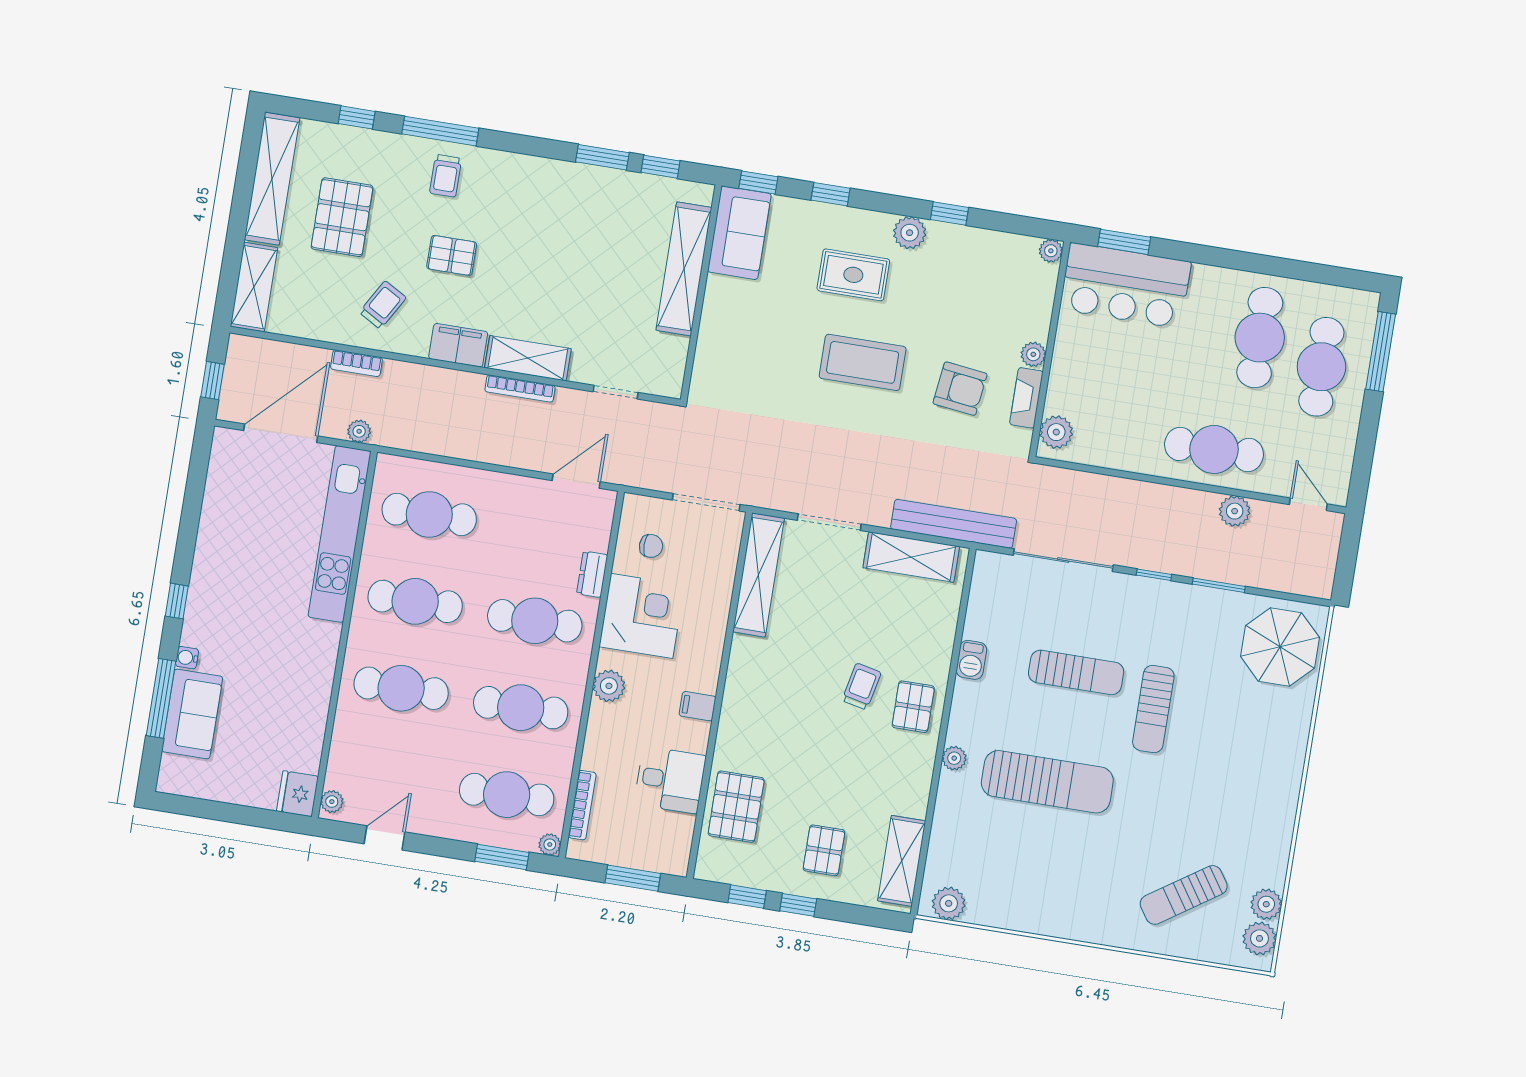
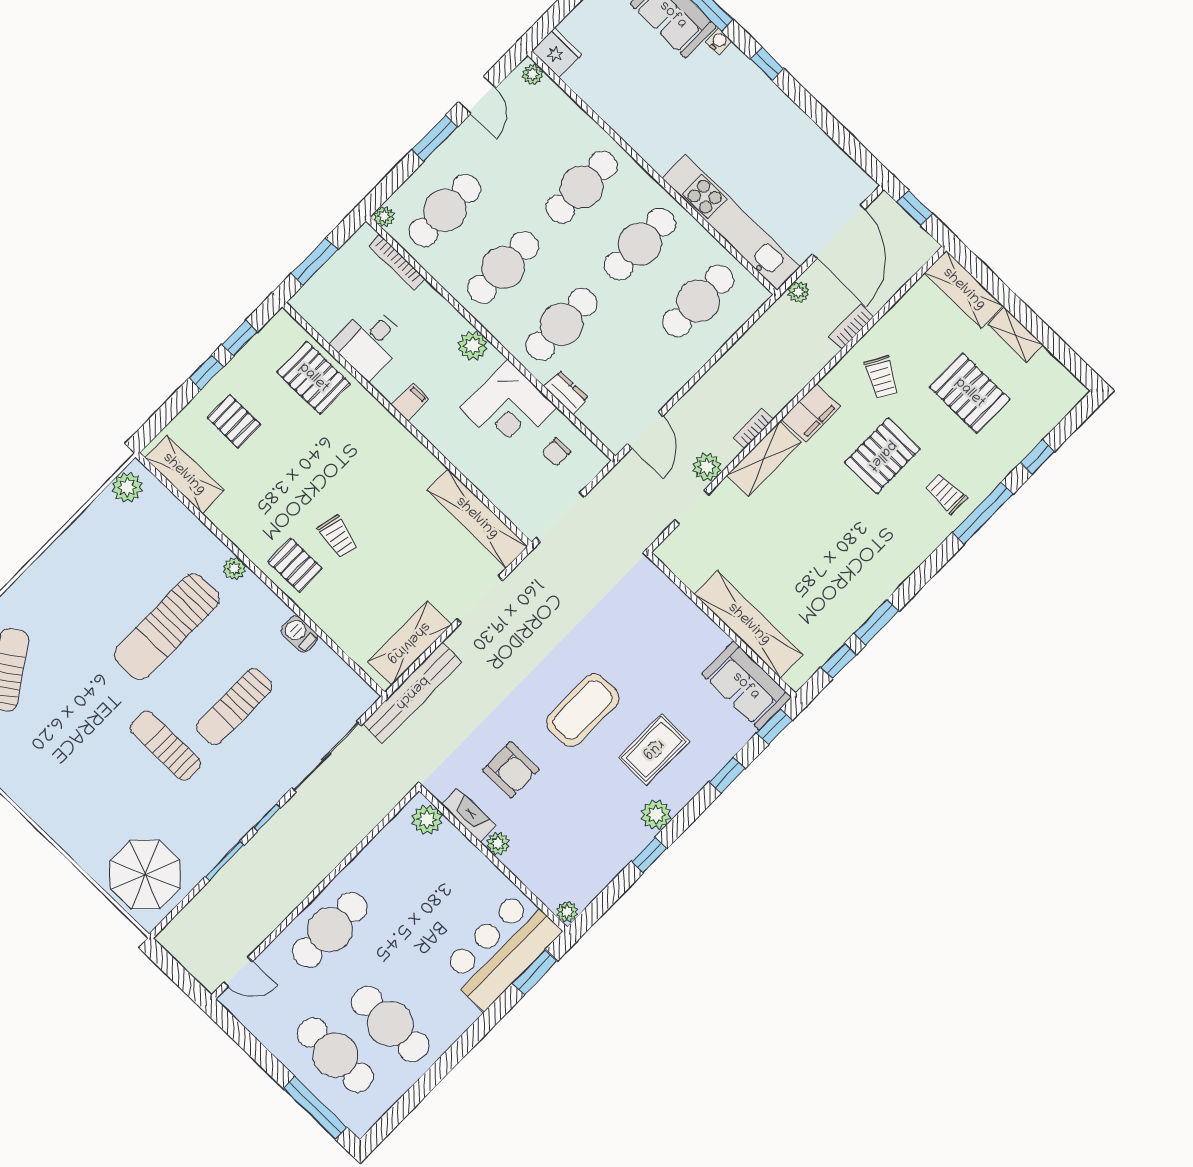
shelving: (272, 179) -> (1016, 335), width x0.45, depth x0.75
pallet: (452, 255) -> (882, 456), width x1.50, depth x1.42
bookcase: (520, 389) -> (753, 428), width x0.64
armchair: (960, 389) -> (511, 770), turned -97
plant: (1235, 511) -> (707, 467), moved
window: (502, 857) -> (435, 138), moved

